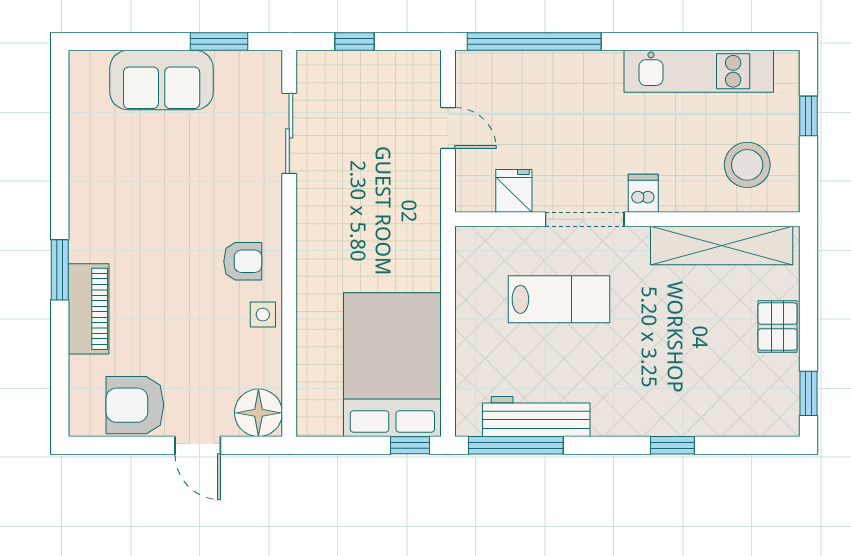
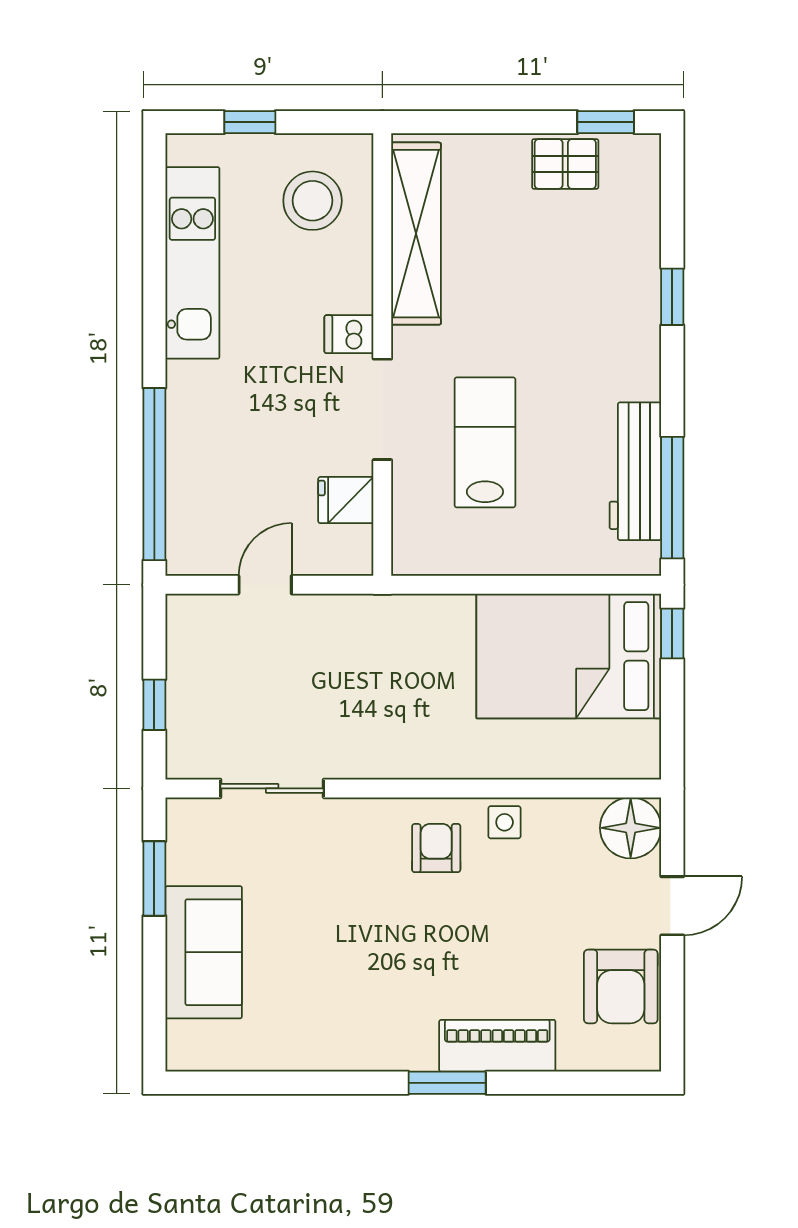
pallet: (778, 327) -> (565, 164), moved

